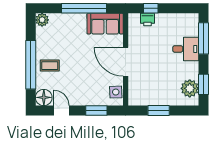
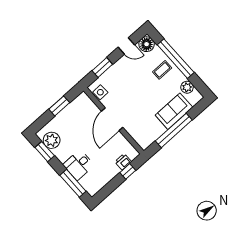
plant: (42, 20) -> (187, 87), moved
sofa: (105, 24) -> (174, 111), moved
door: (126, 62) -> (112, 119), swing flipped

